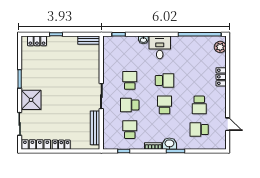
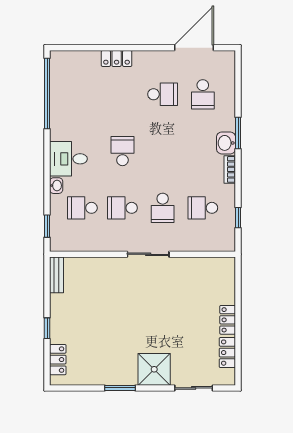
plant: (220, 47) -> (68, 60), removed
school desk: (164, 105) -> (82, 208), moved
door: (228, 124) -> (194, 48), width x1.87
bench: (95, 128) -> (200, 265), removed
locker: (36, 145) -> (227, 353), width x0.66

